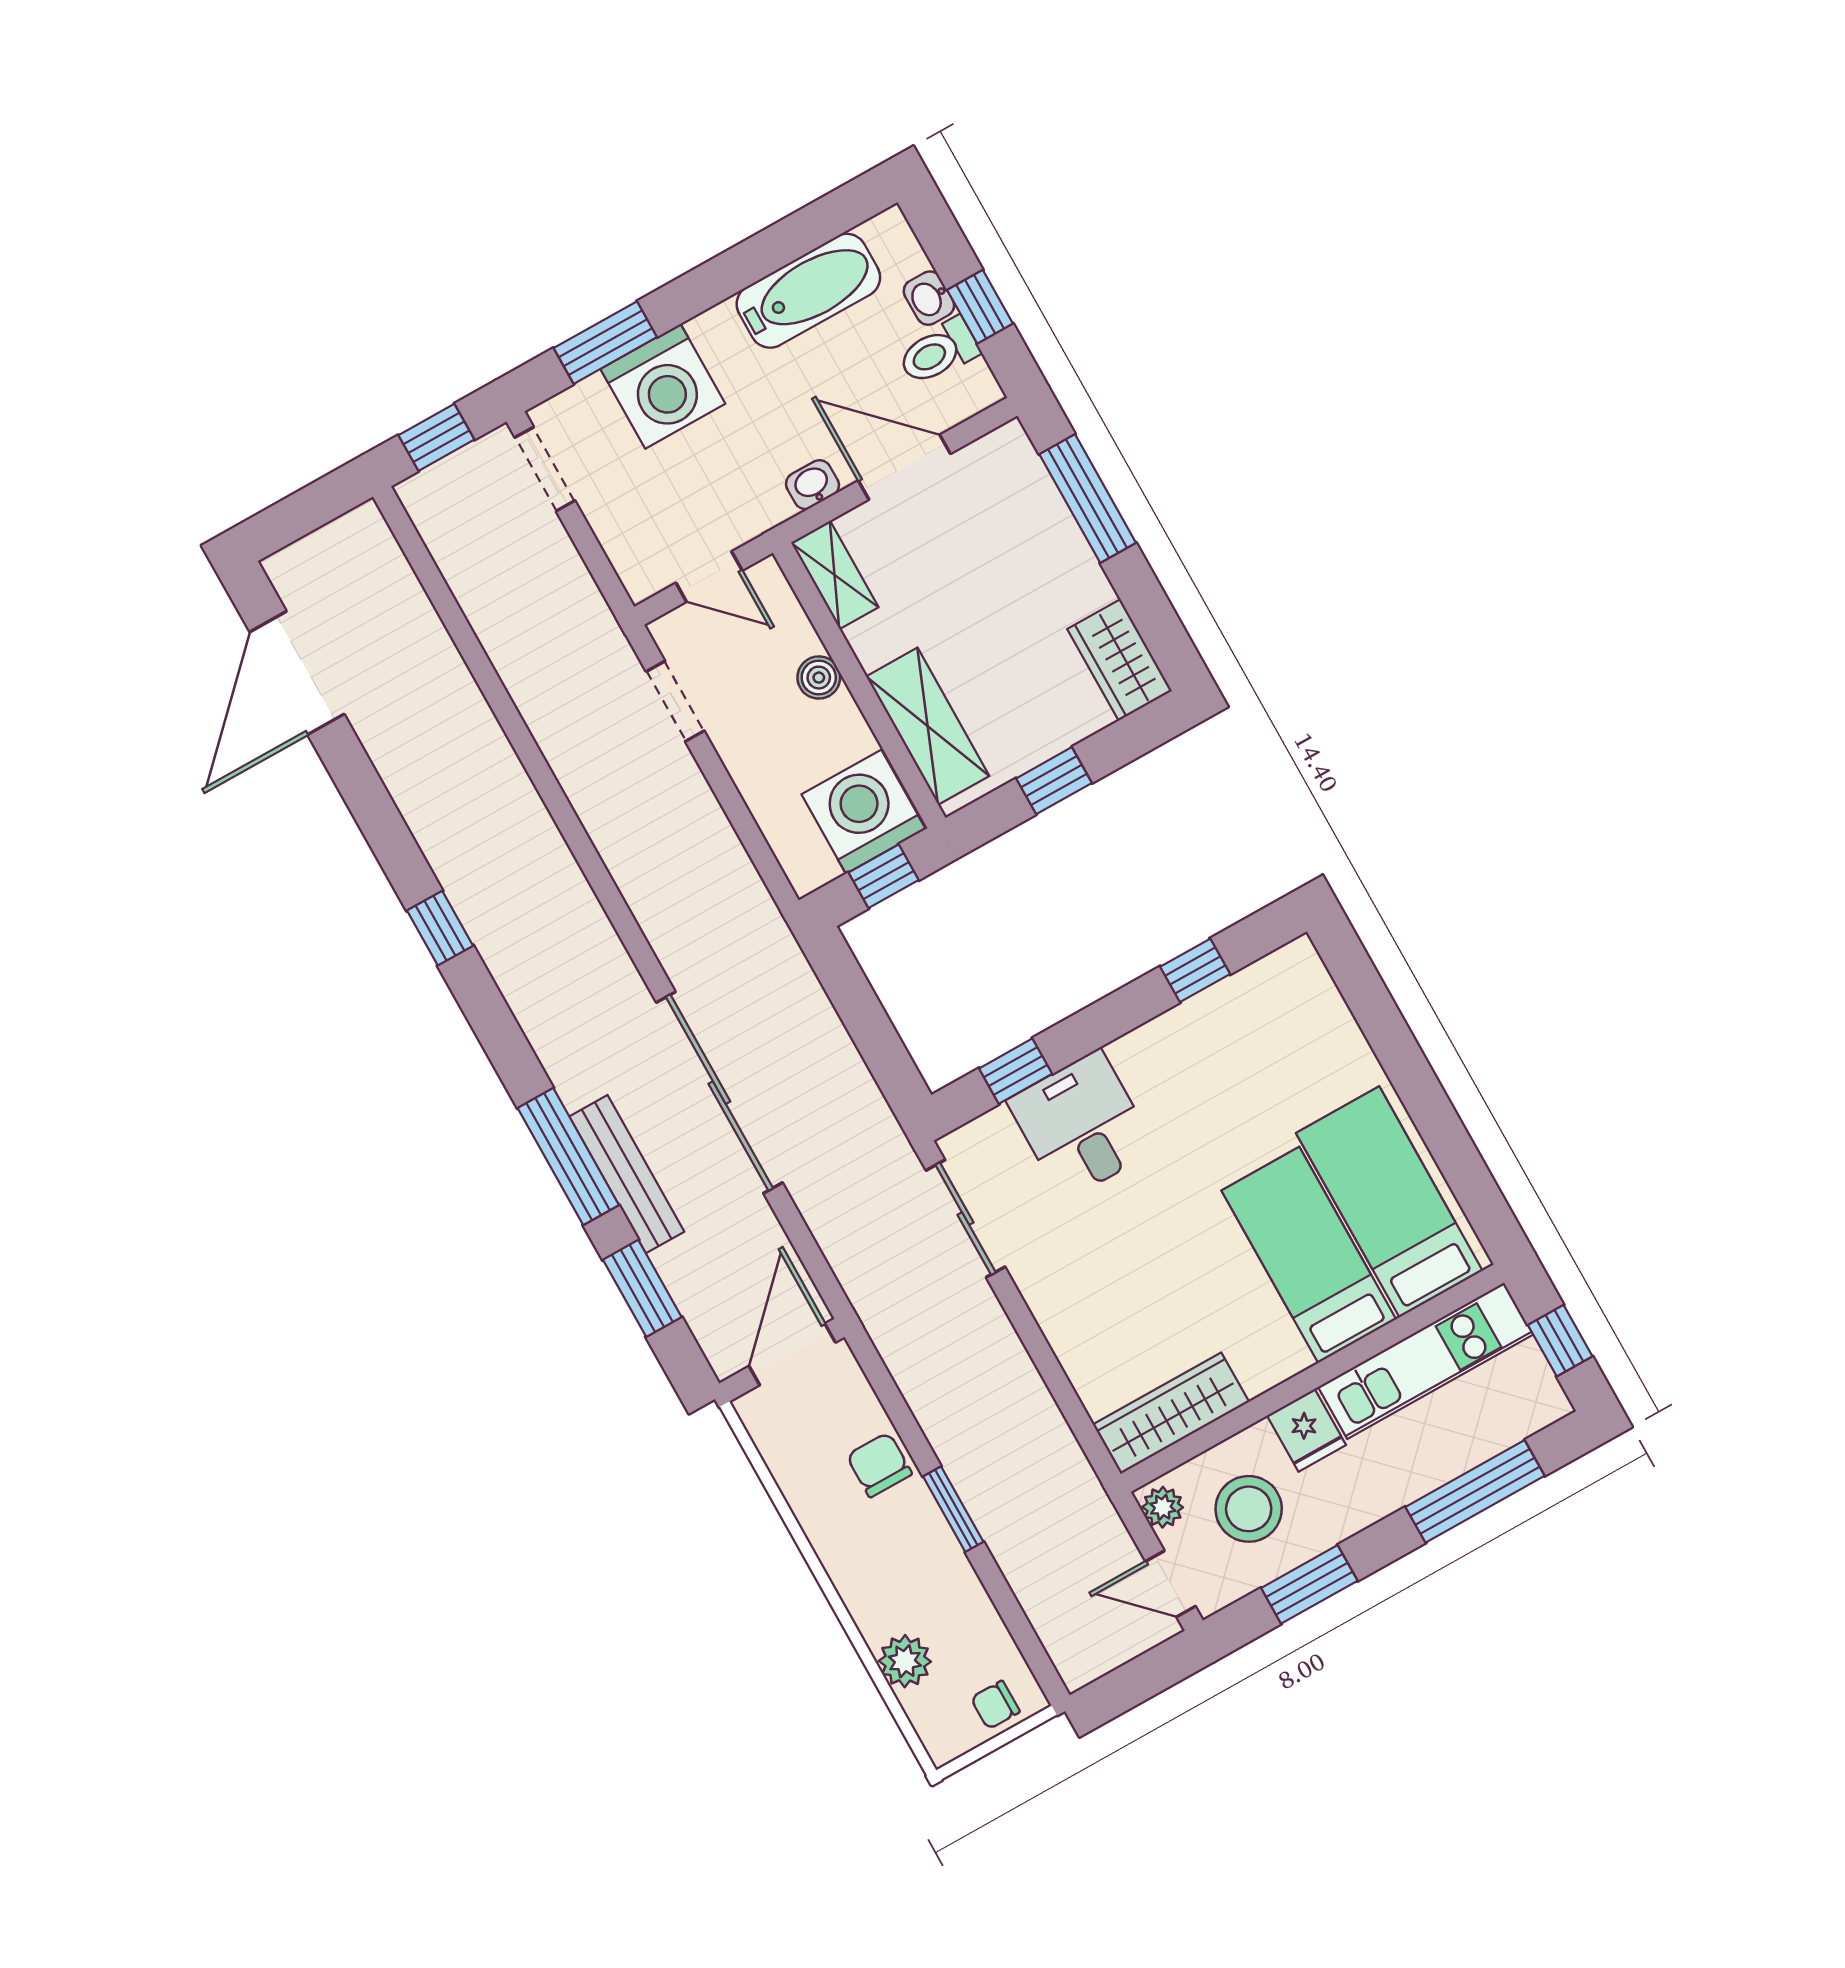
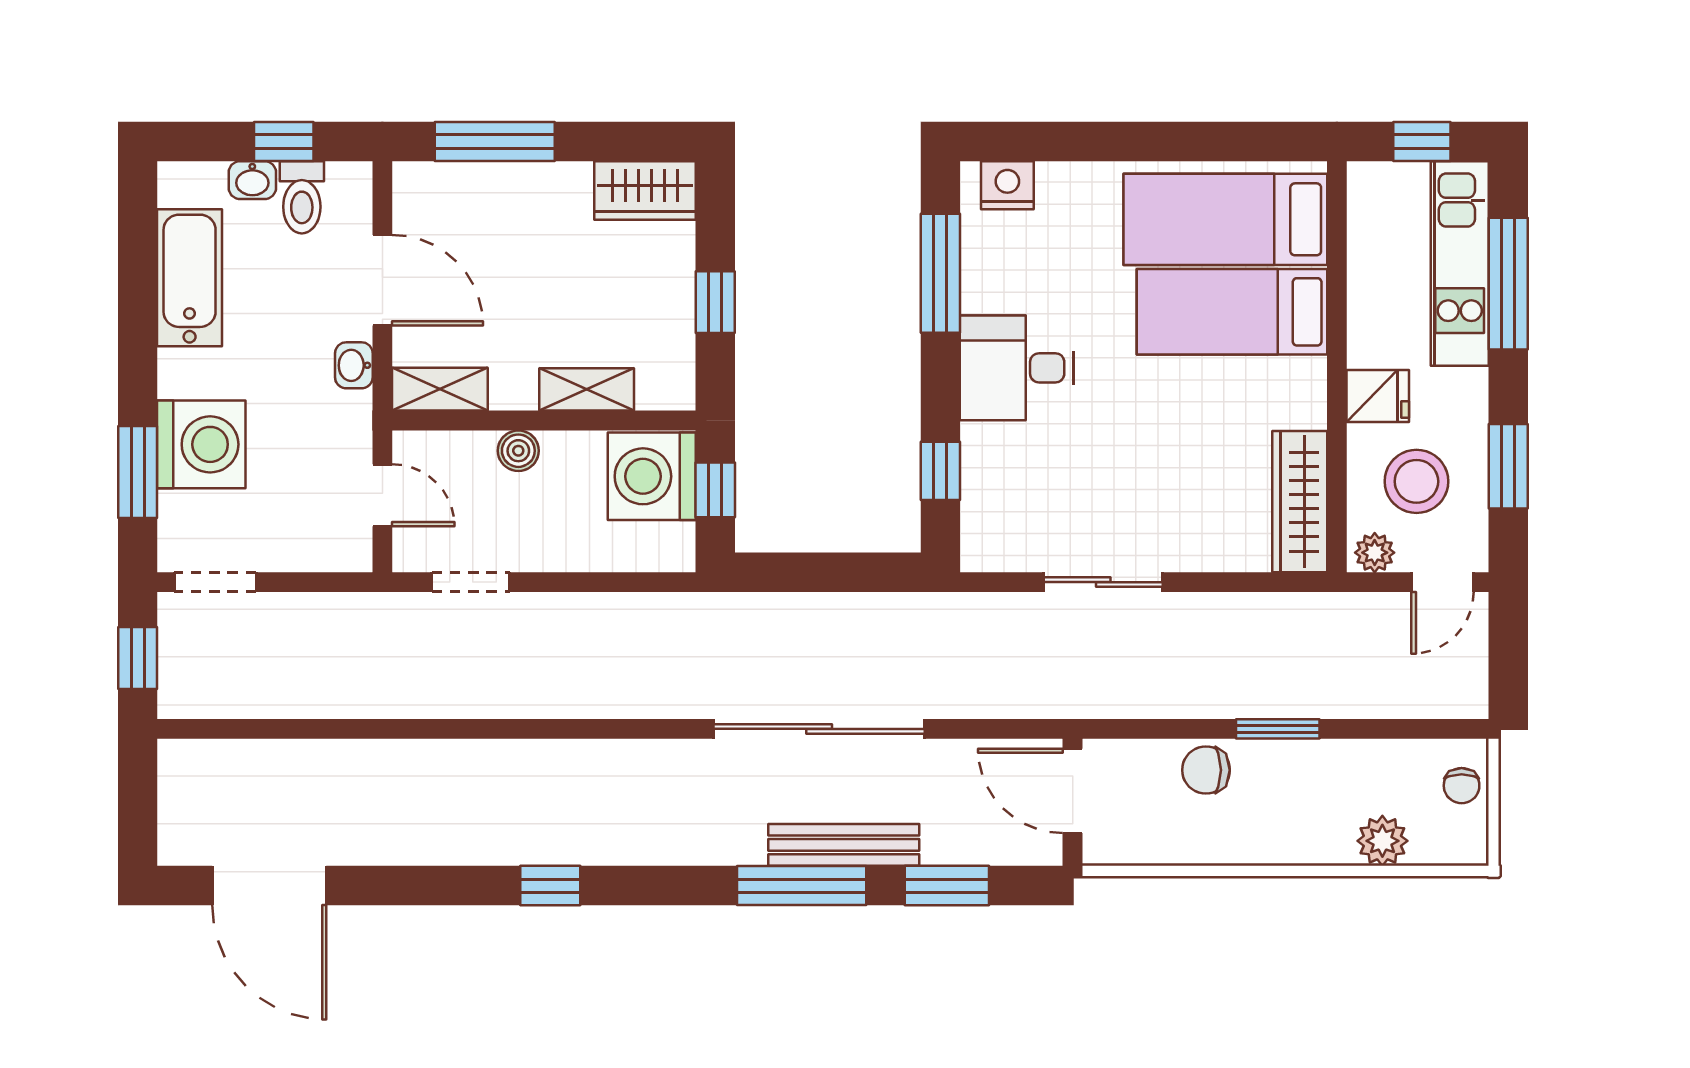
door: (904, 467) -> (382, 280), swing flipped
door: (709, 577) -> (382, 495), hinge flipped
shelving: (928, 726) -> (587, 389), width x0.67, depth x0.75
window: (1195, 970) -> (940, 273), width x2.17
nightstand: (1309, 986) -> (1007, 185), added
desk: (1082, 1125) -> (1017, 368), moved
sliding door: (966, 1219) -> (1103, 582), moved
kitchen unit: (1426, 1361) -> (1460, 264), moved, turned 180

